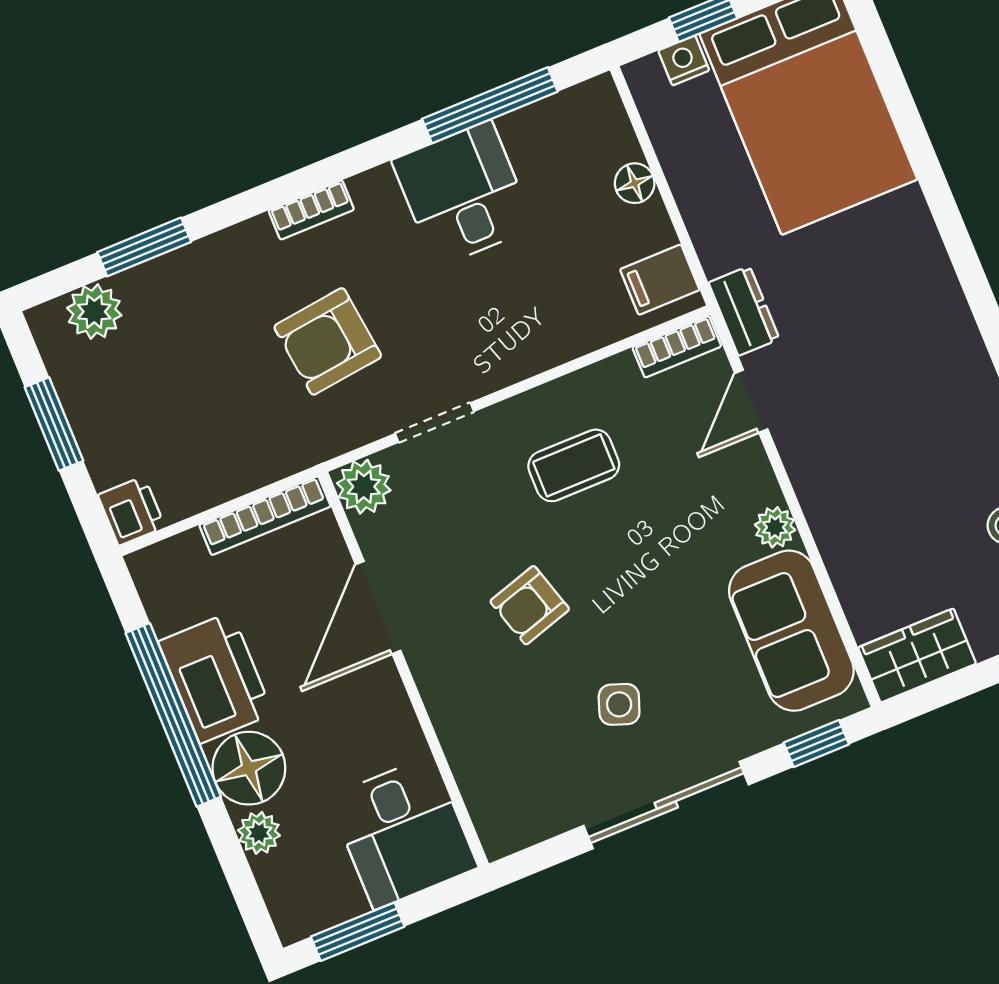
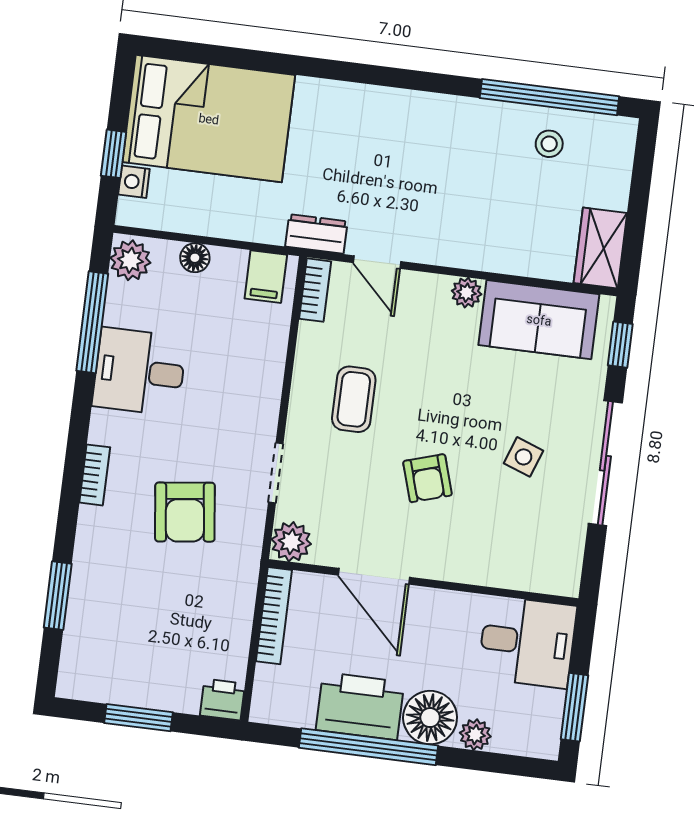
plant: (94, 312) -> (130, 260), moved

